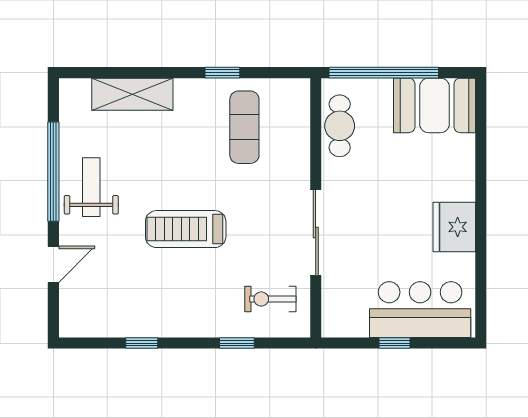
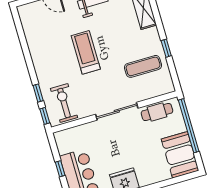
sliding door: (316, 233) -> (117, 111), moved
exercise bike: (270, 299) -> (64, 103), width x1.38, depth x1.39
window: (142, 343) -> (45, 116), moved

